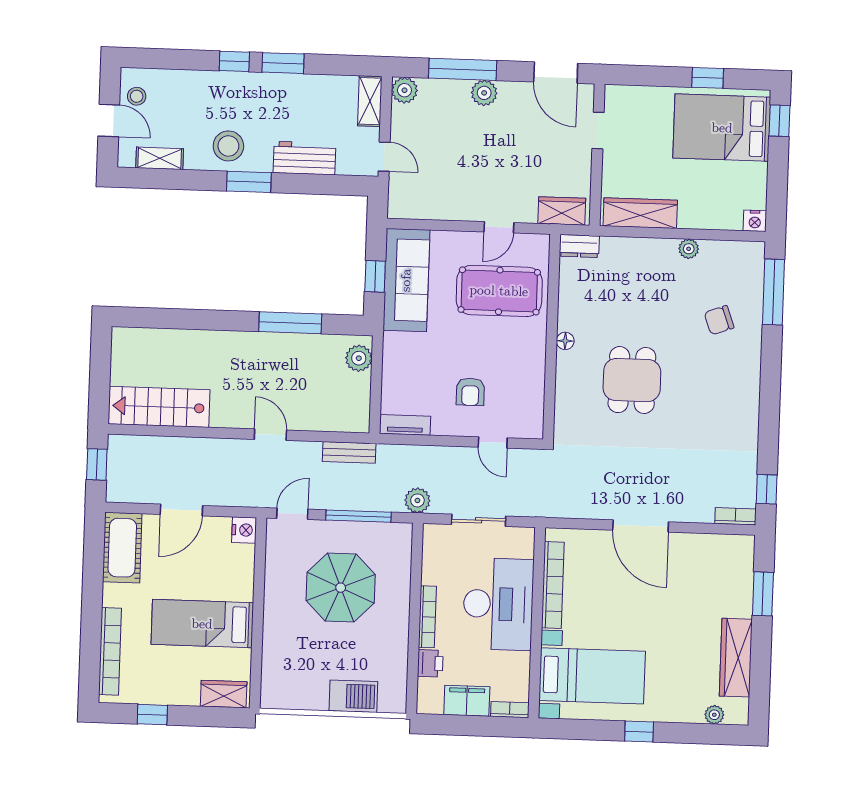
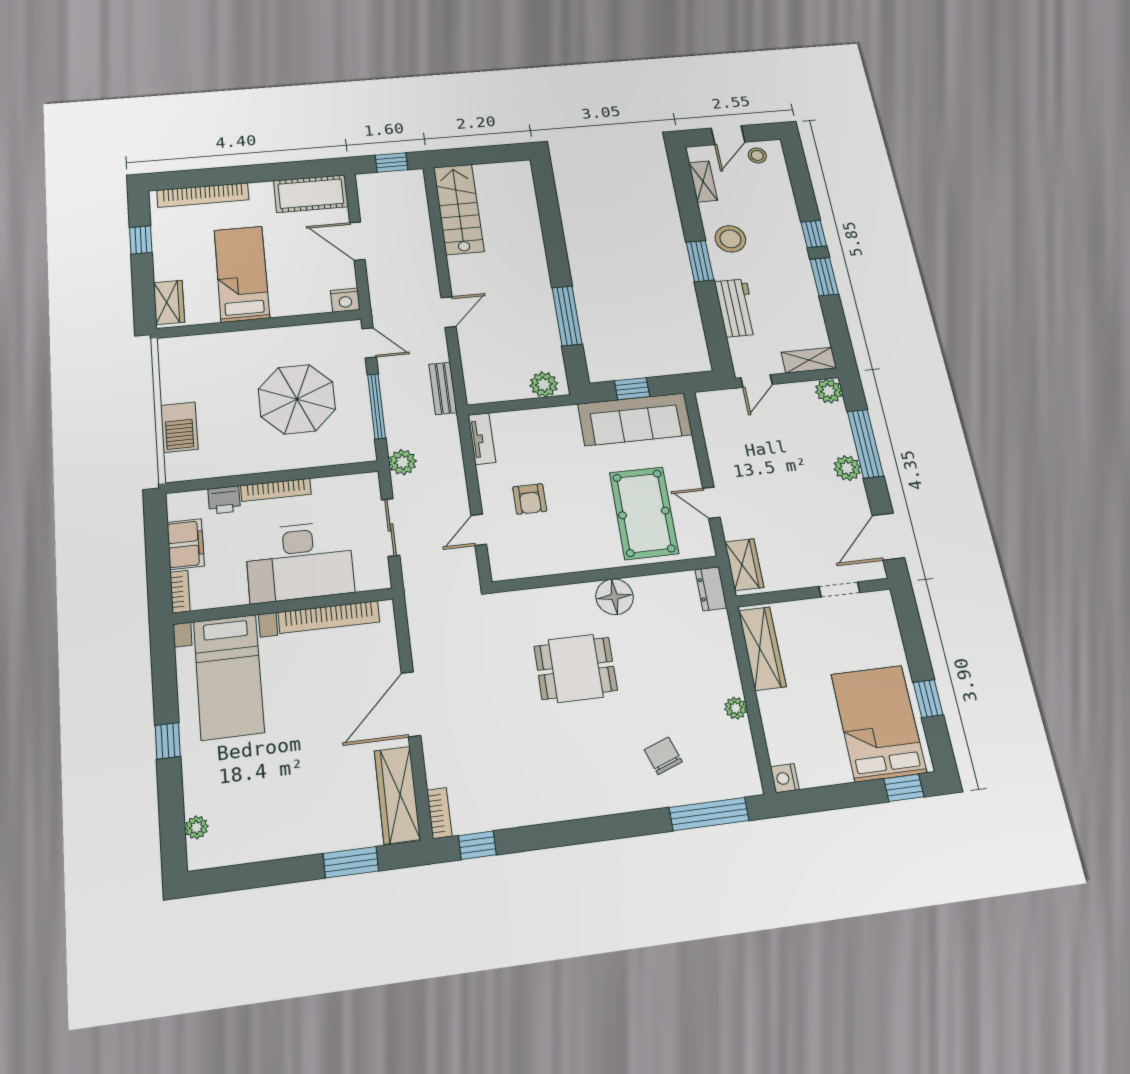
floor lamp: (565, 341) -> (615, 597), width x1.89, depth x1.89
armchair: (470, 392) -> (530, 499), turned -90
wardrobe: (736, 658) -> (397, 795), moved, turned -90

